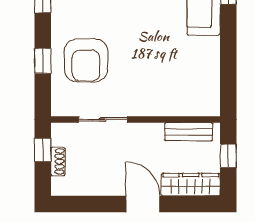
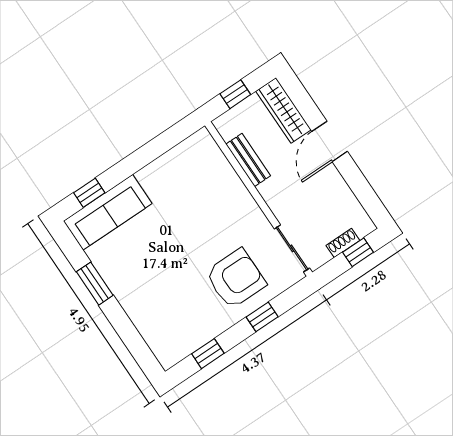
sliding door: (103, 119) -> (292, 248), moved
bench: (189, 132) -> (248, 160), moved
window: (43, 150) -> (358, 252), moved

